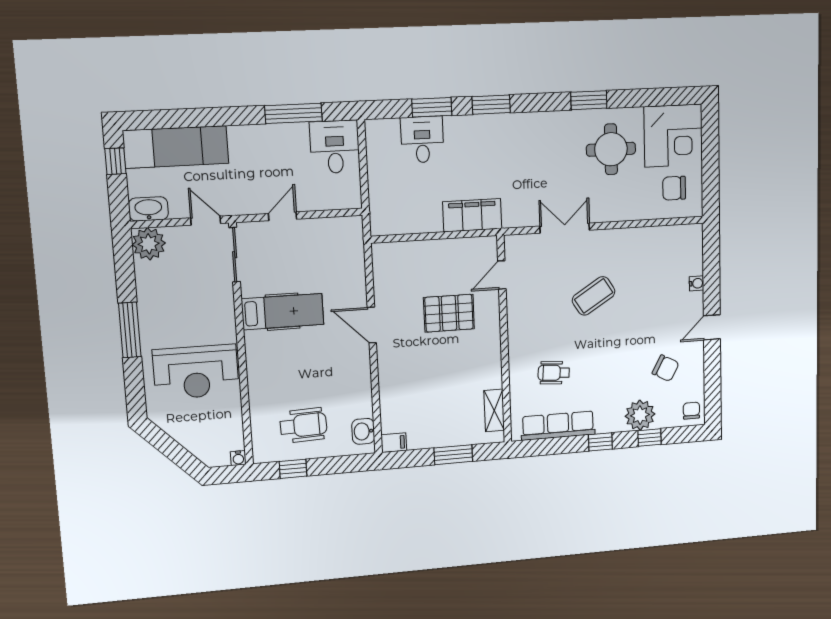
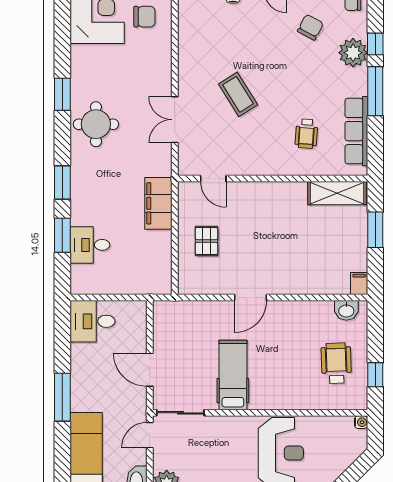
window: (293, 113) -> (62, 397), moved
round table: (611, 149) -> (96, 124), moved
chair: (674, 188) -> (144, 17), turned -90
door: (283, 216) -> (150, 370), width x1.38
pallet: (449, 313) -> (206, 241), moved, width x0.67, depth x0.71
shelving: (494, 410) -> (337, 193), width x1.50, depth x1.33
window: (600, 442) -> (375, 91), width x2.17

